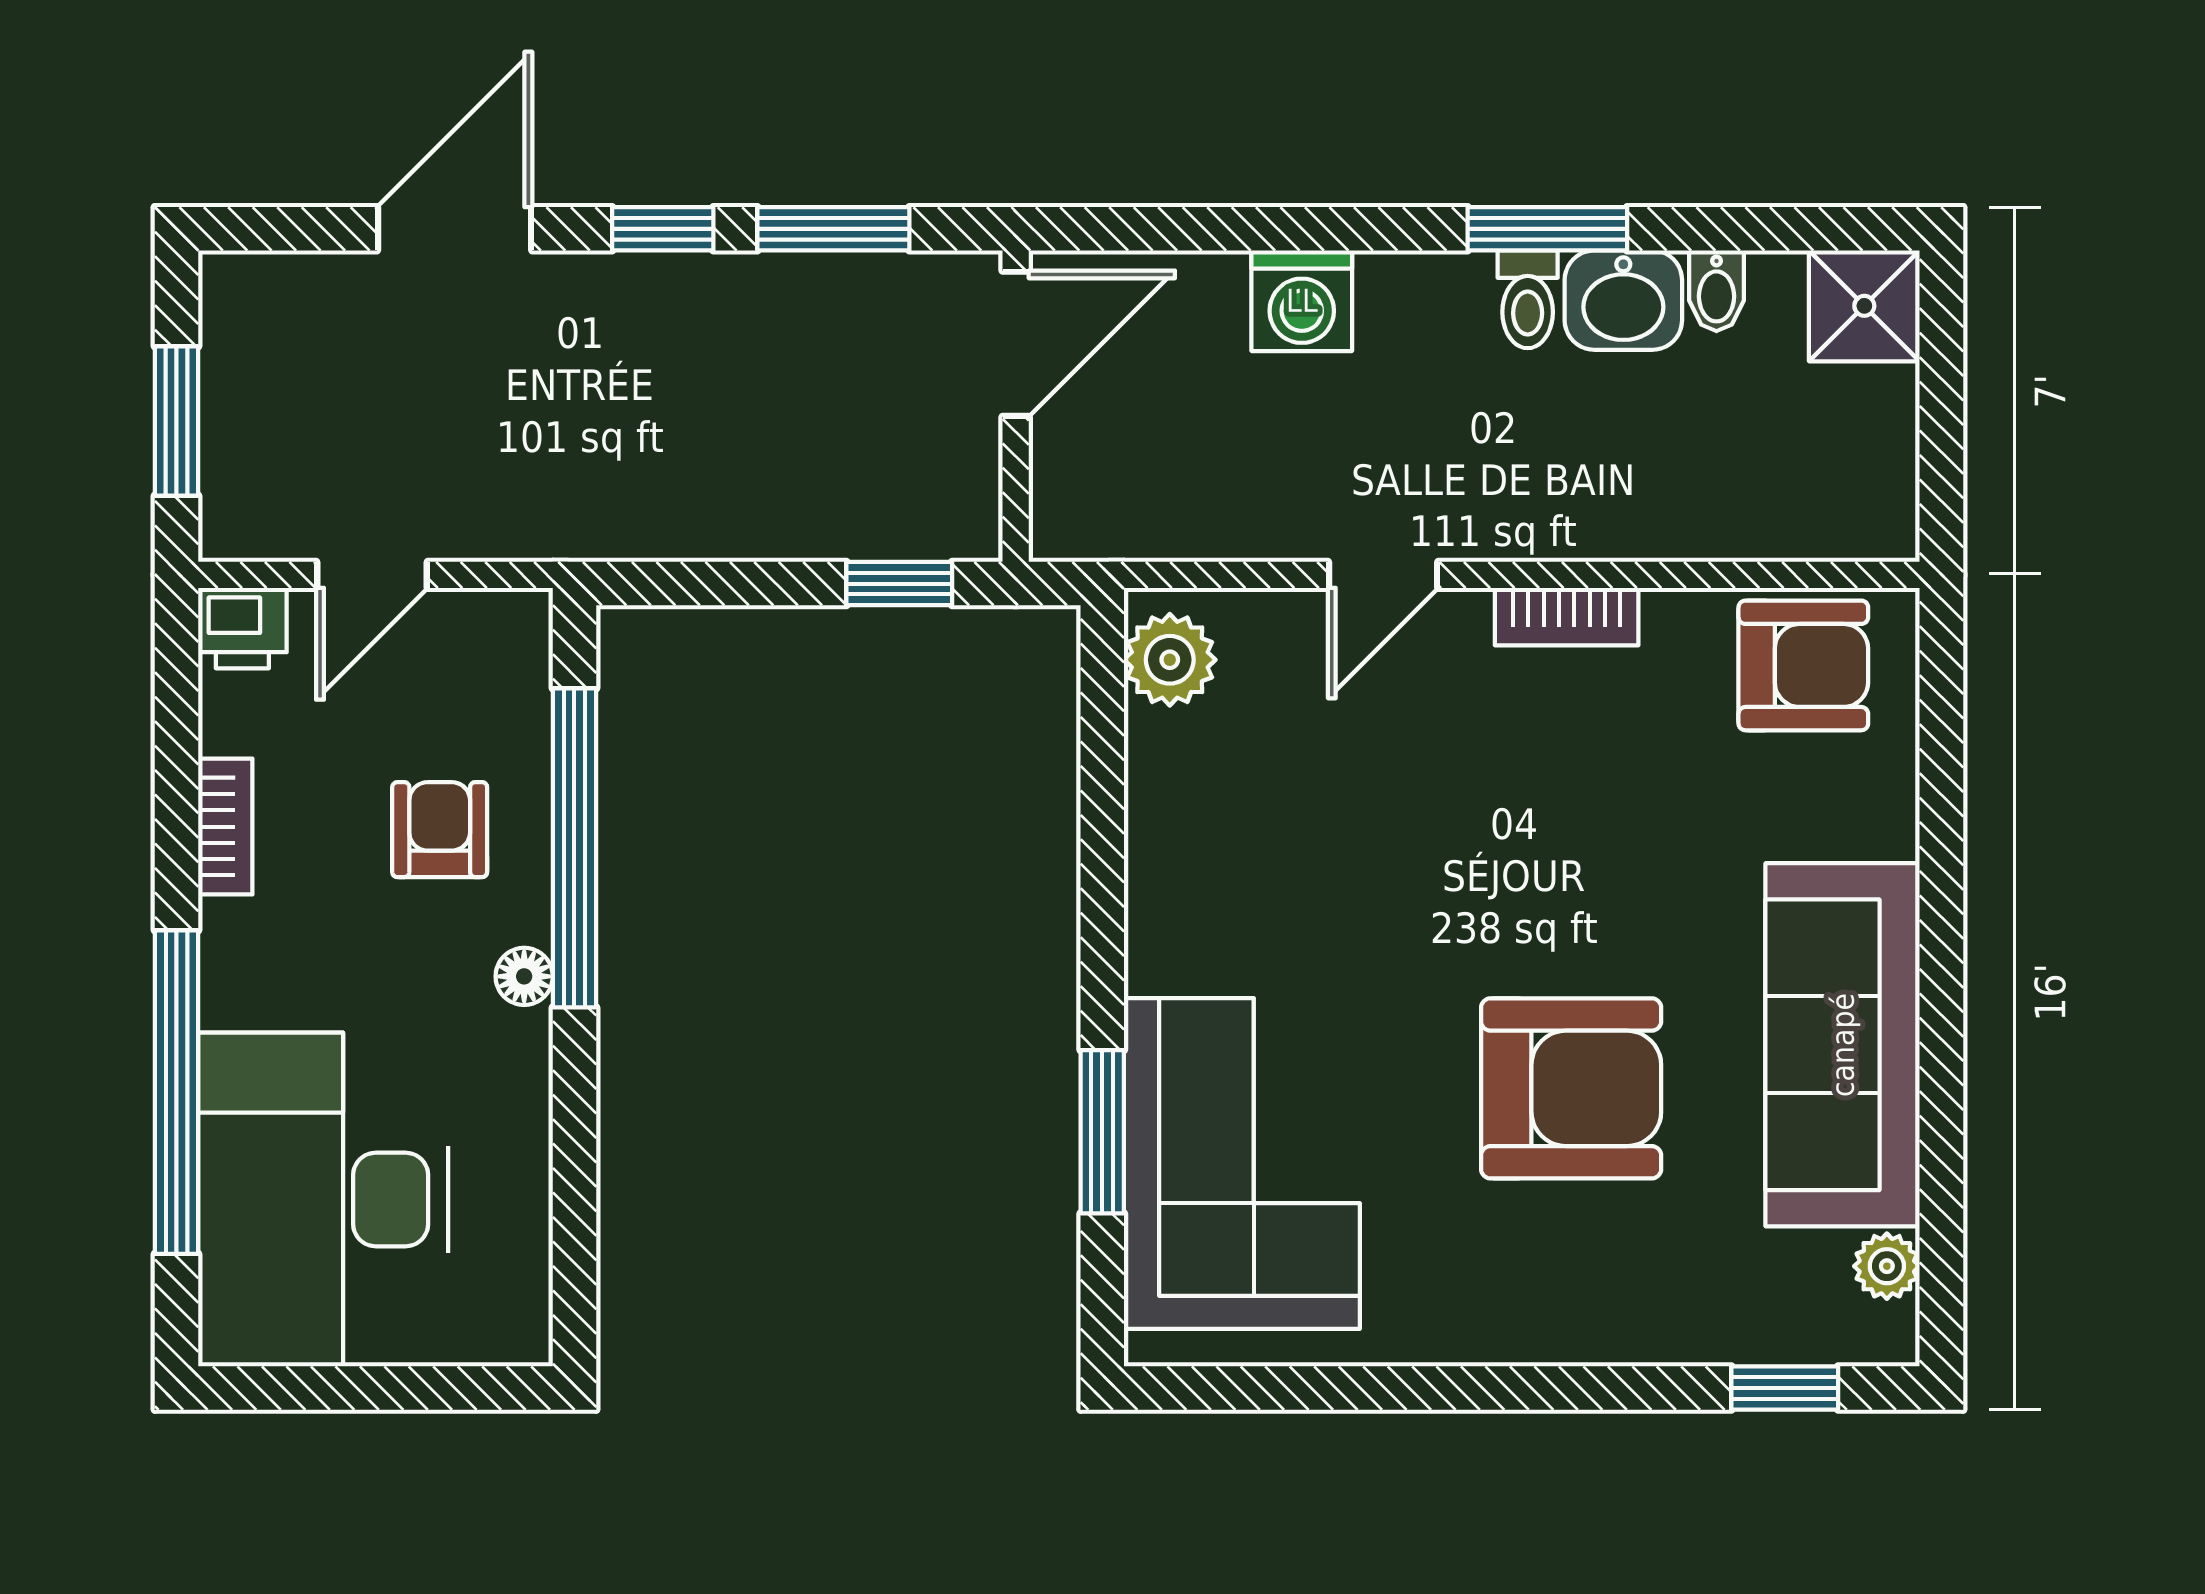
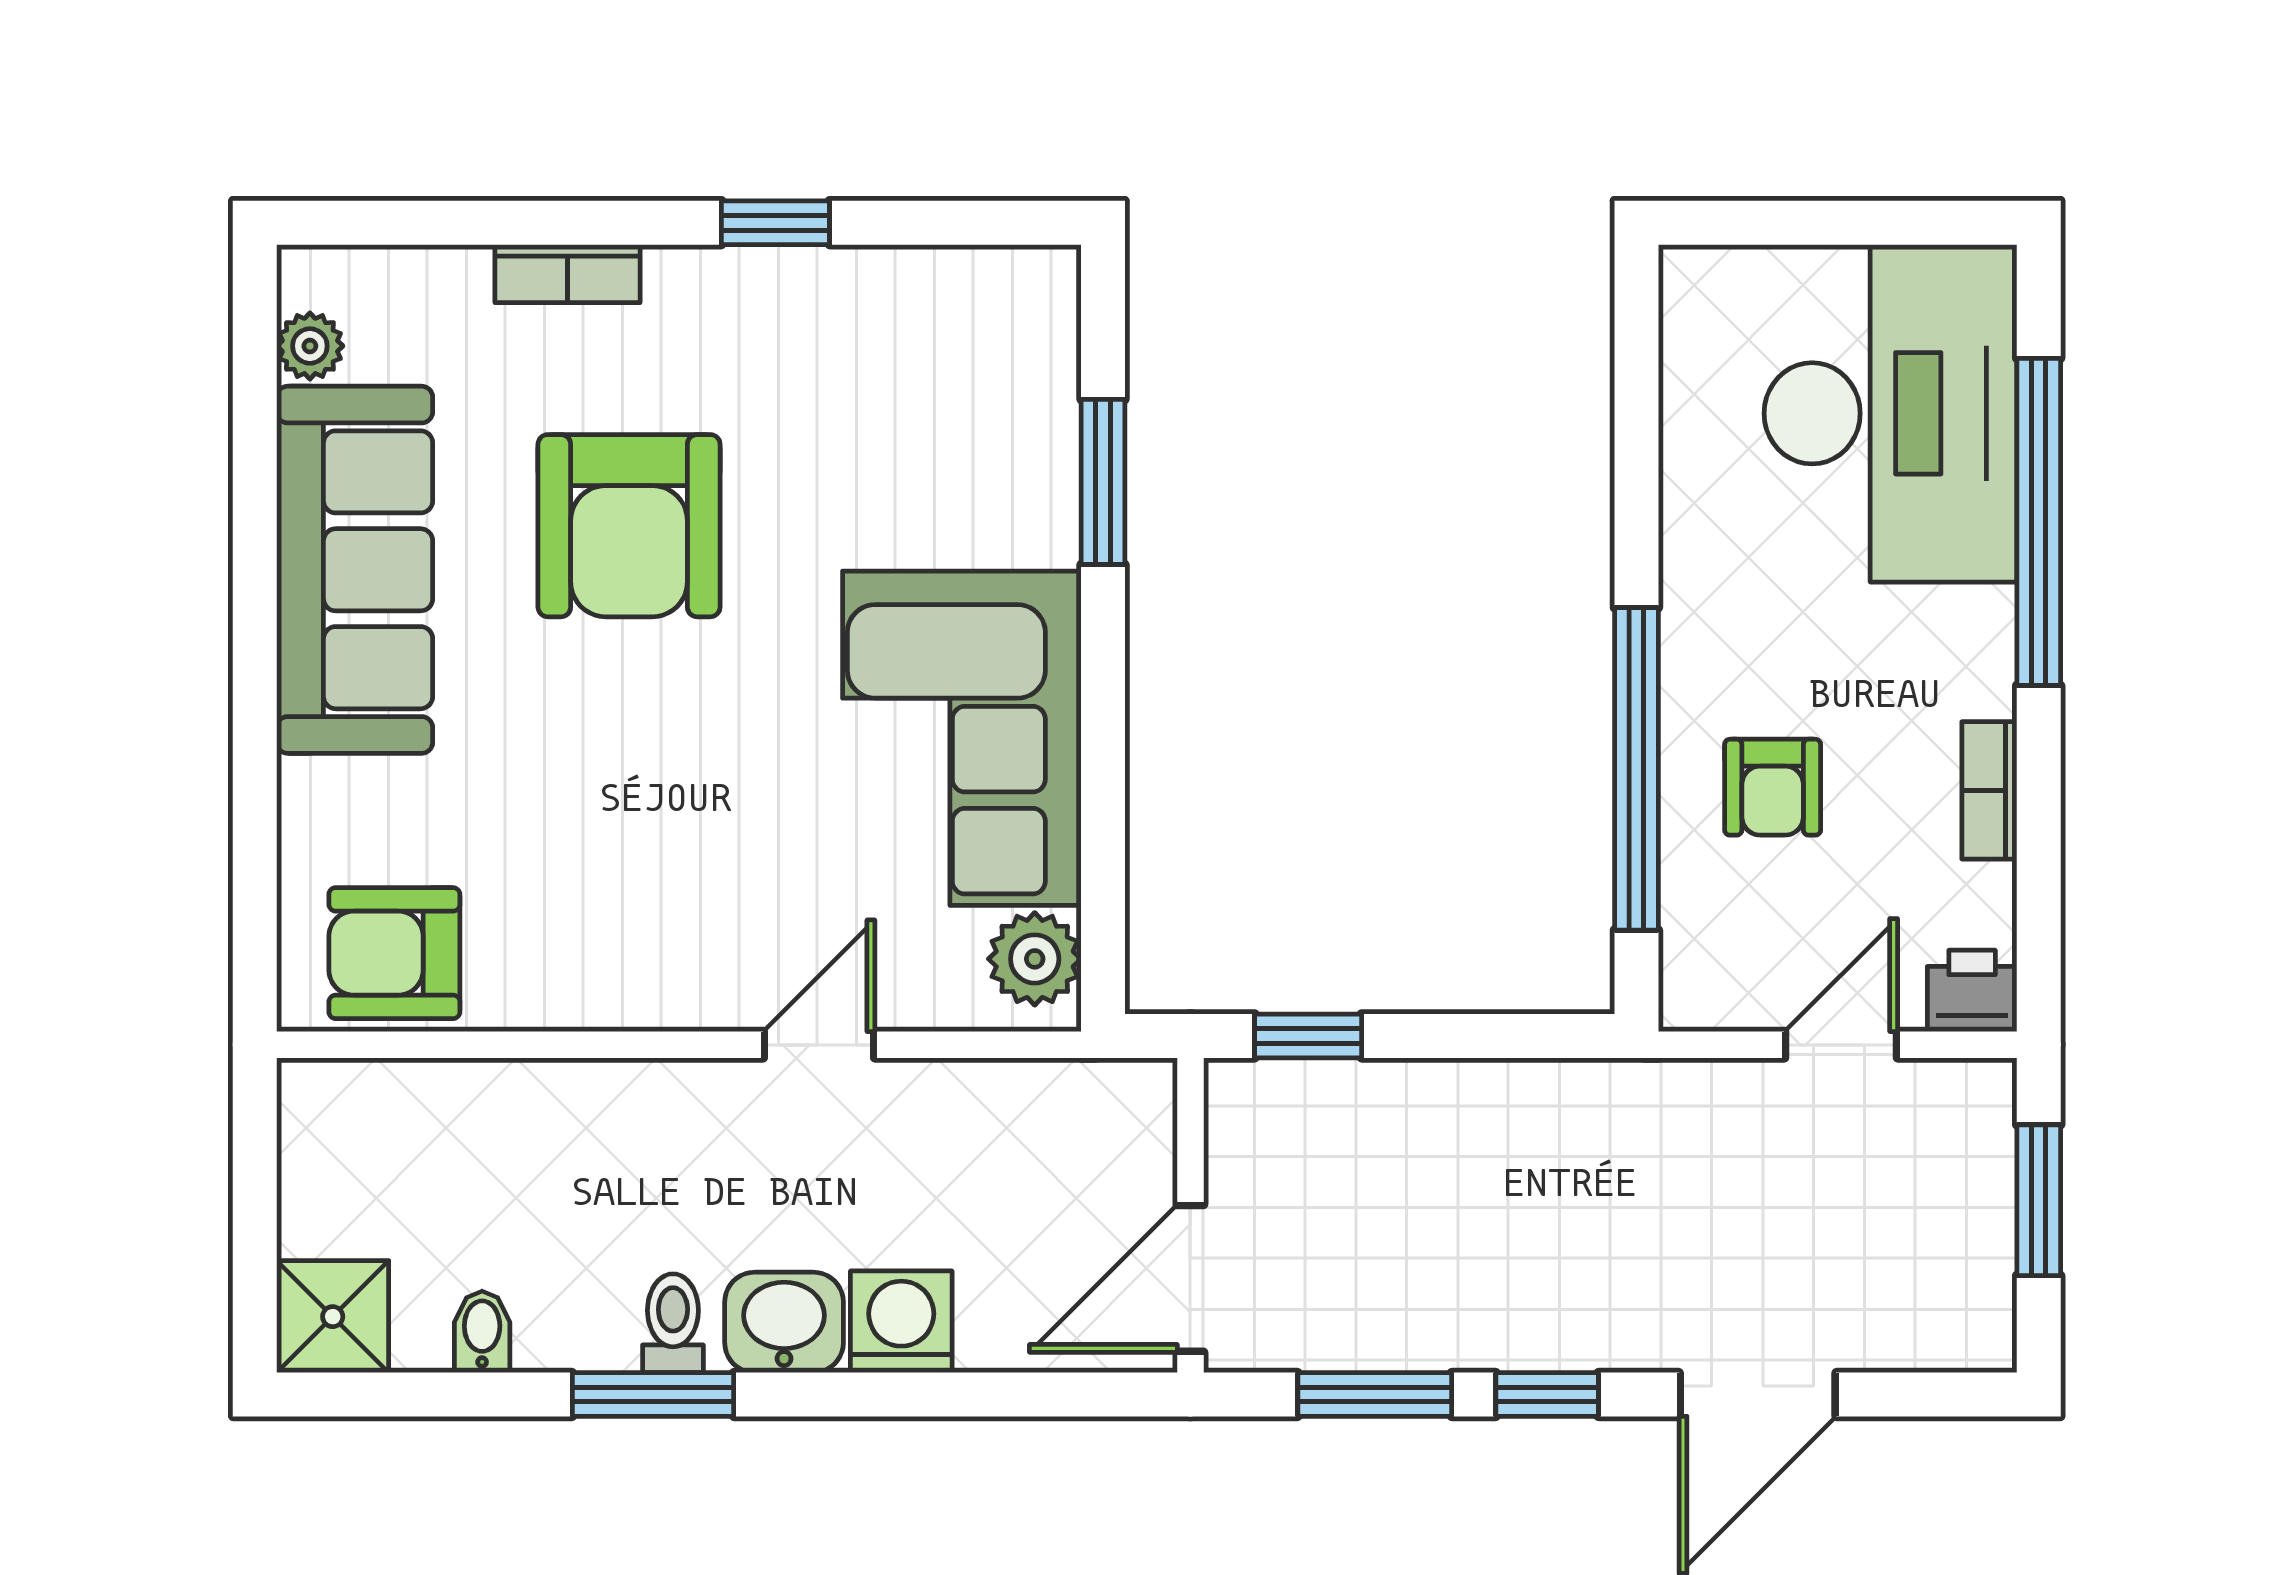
washbasin: (1623, 300) -> (784, 1322), moved
bookcase: (1567, 617) -> (567, 274), moved, turned 180
floor lamp: (524, 976) -> (1687, 639), removed
armchair: (1571, 1088) -> (629, 526), turned -90
corner sofa: (1242, 1164) -> (962, 738), moved
window: (1785, 1388) -> (775, 223), moved

